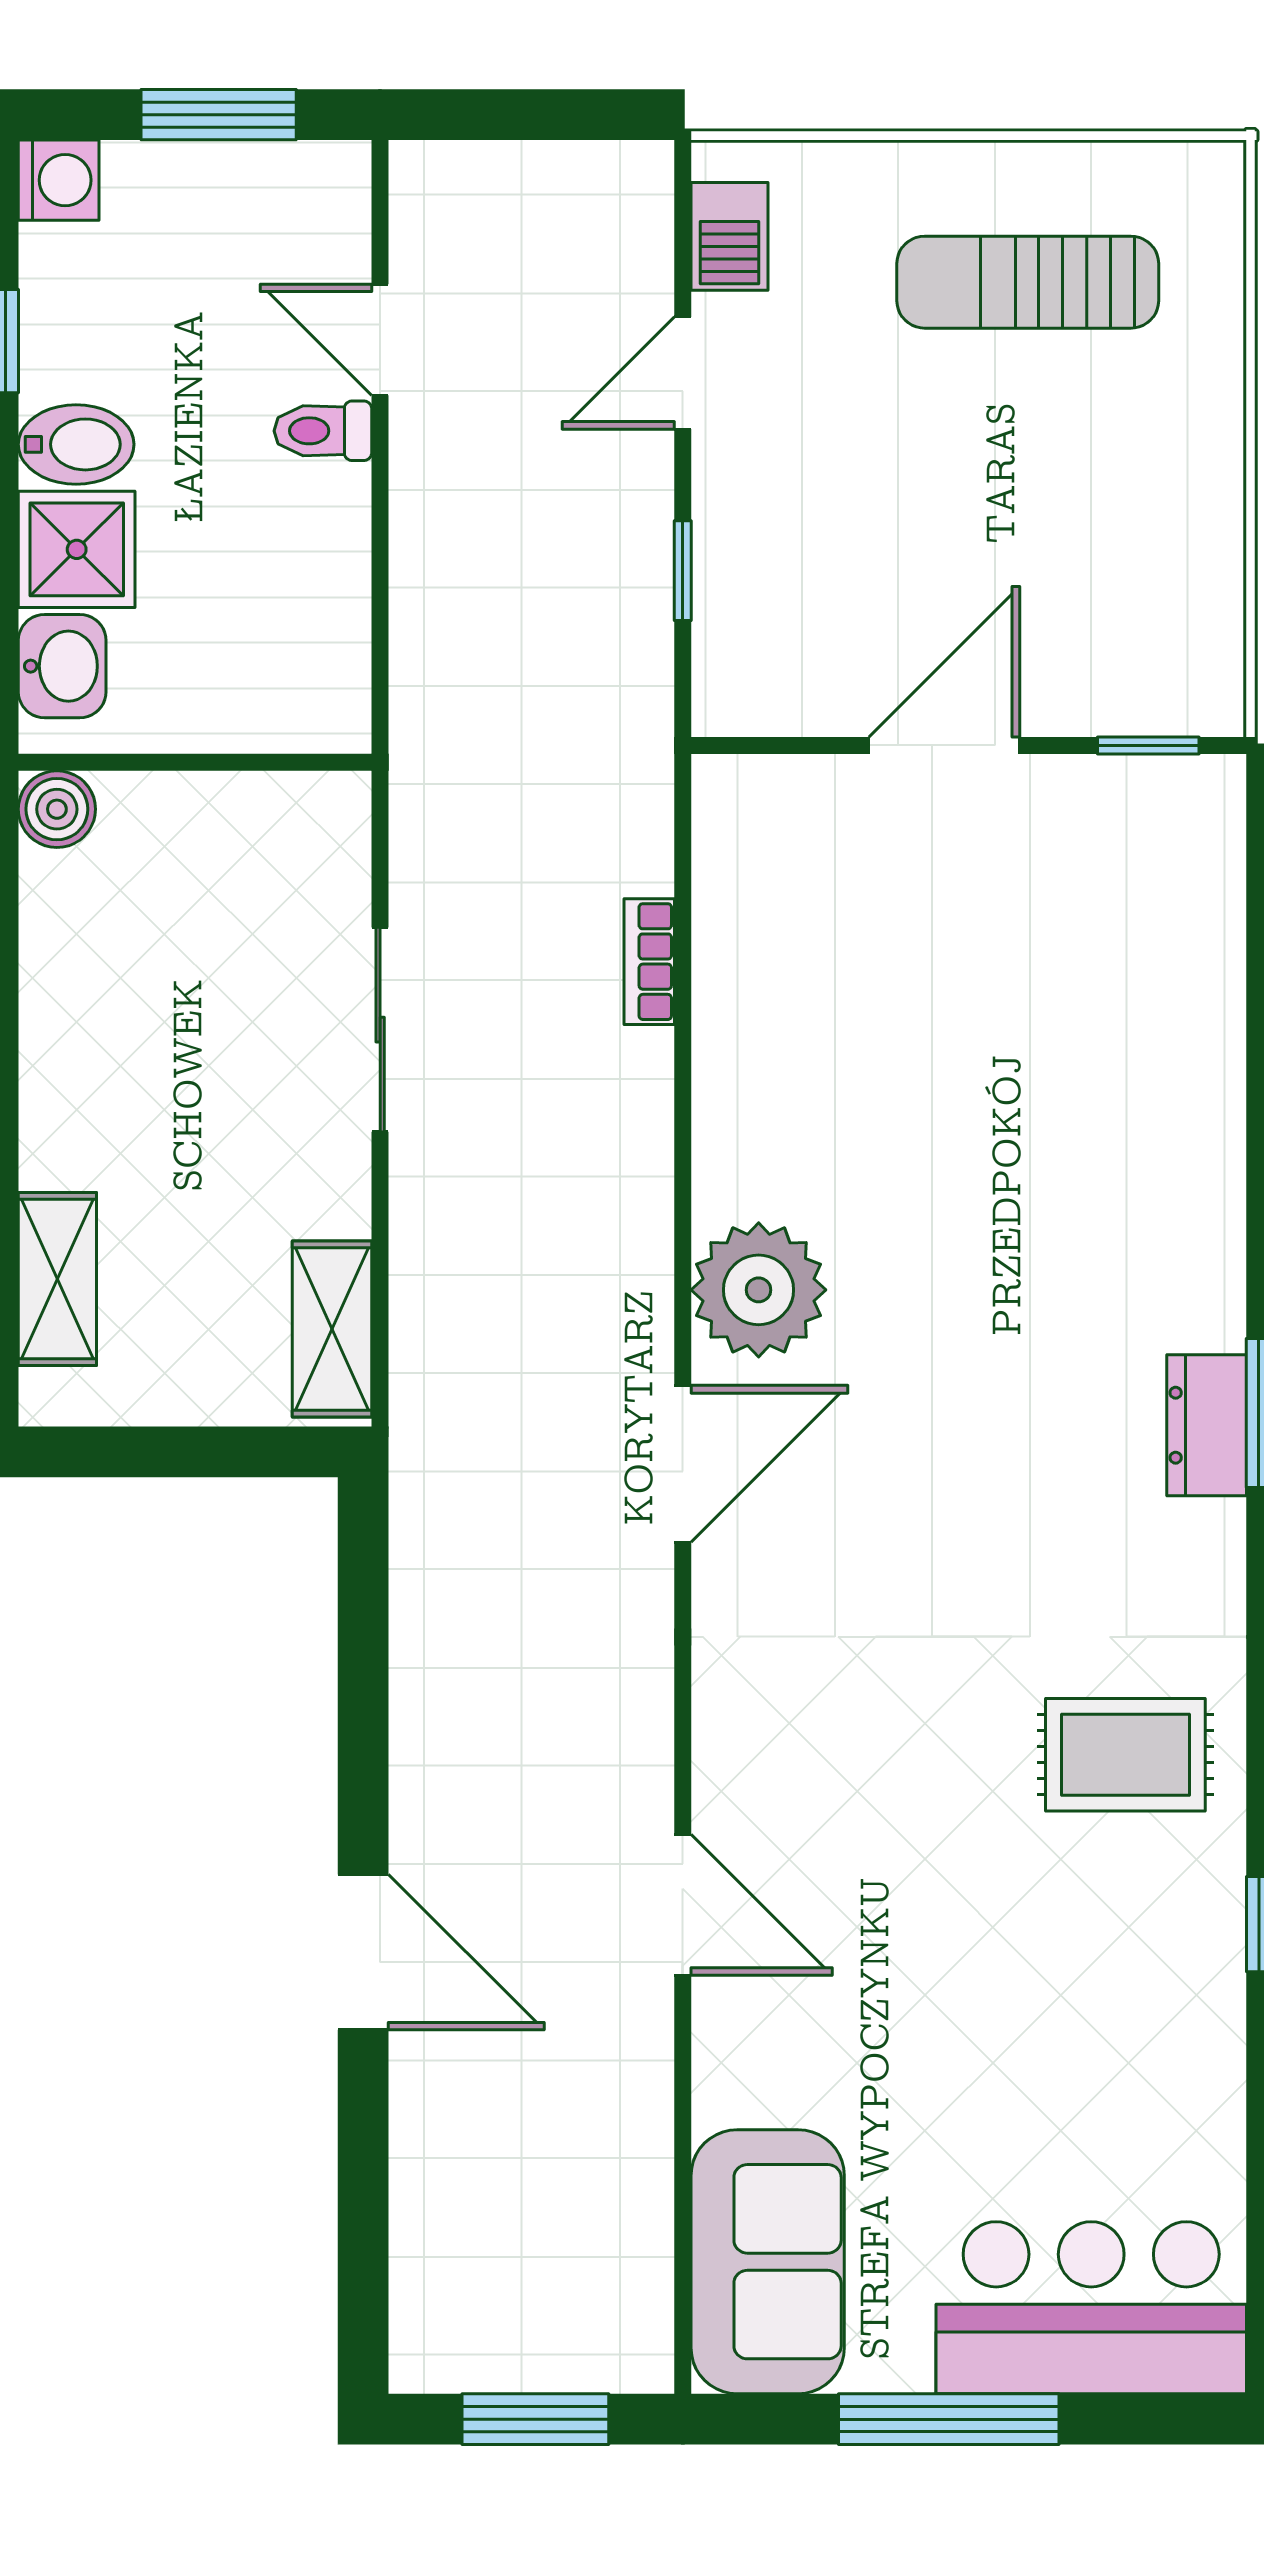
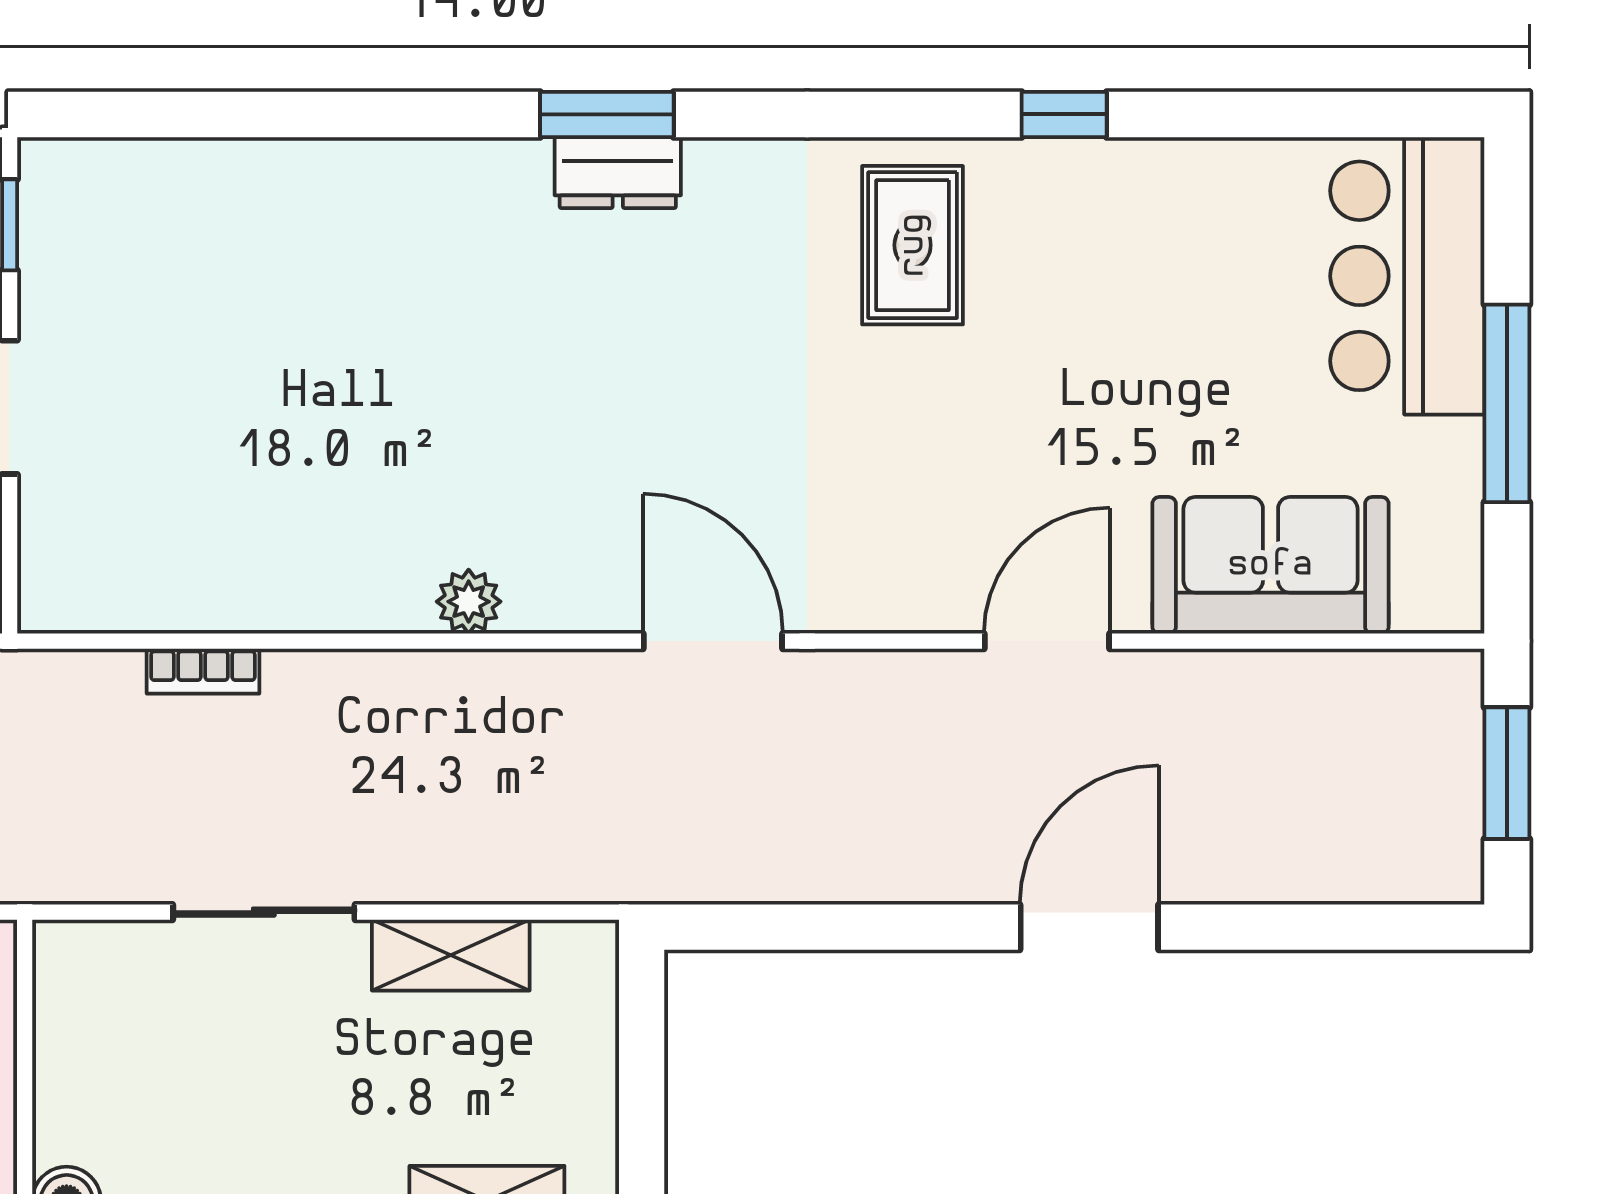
plant: (759, 1290) -> (469, 602), width x0.53, depth x0.53
shelving: (332, 1329) -> (451, 955), moved
door: (683, 1464) -> (713, 641), moved
sofa: (768, 2262) -> (1270, 565), moved

